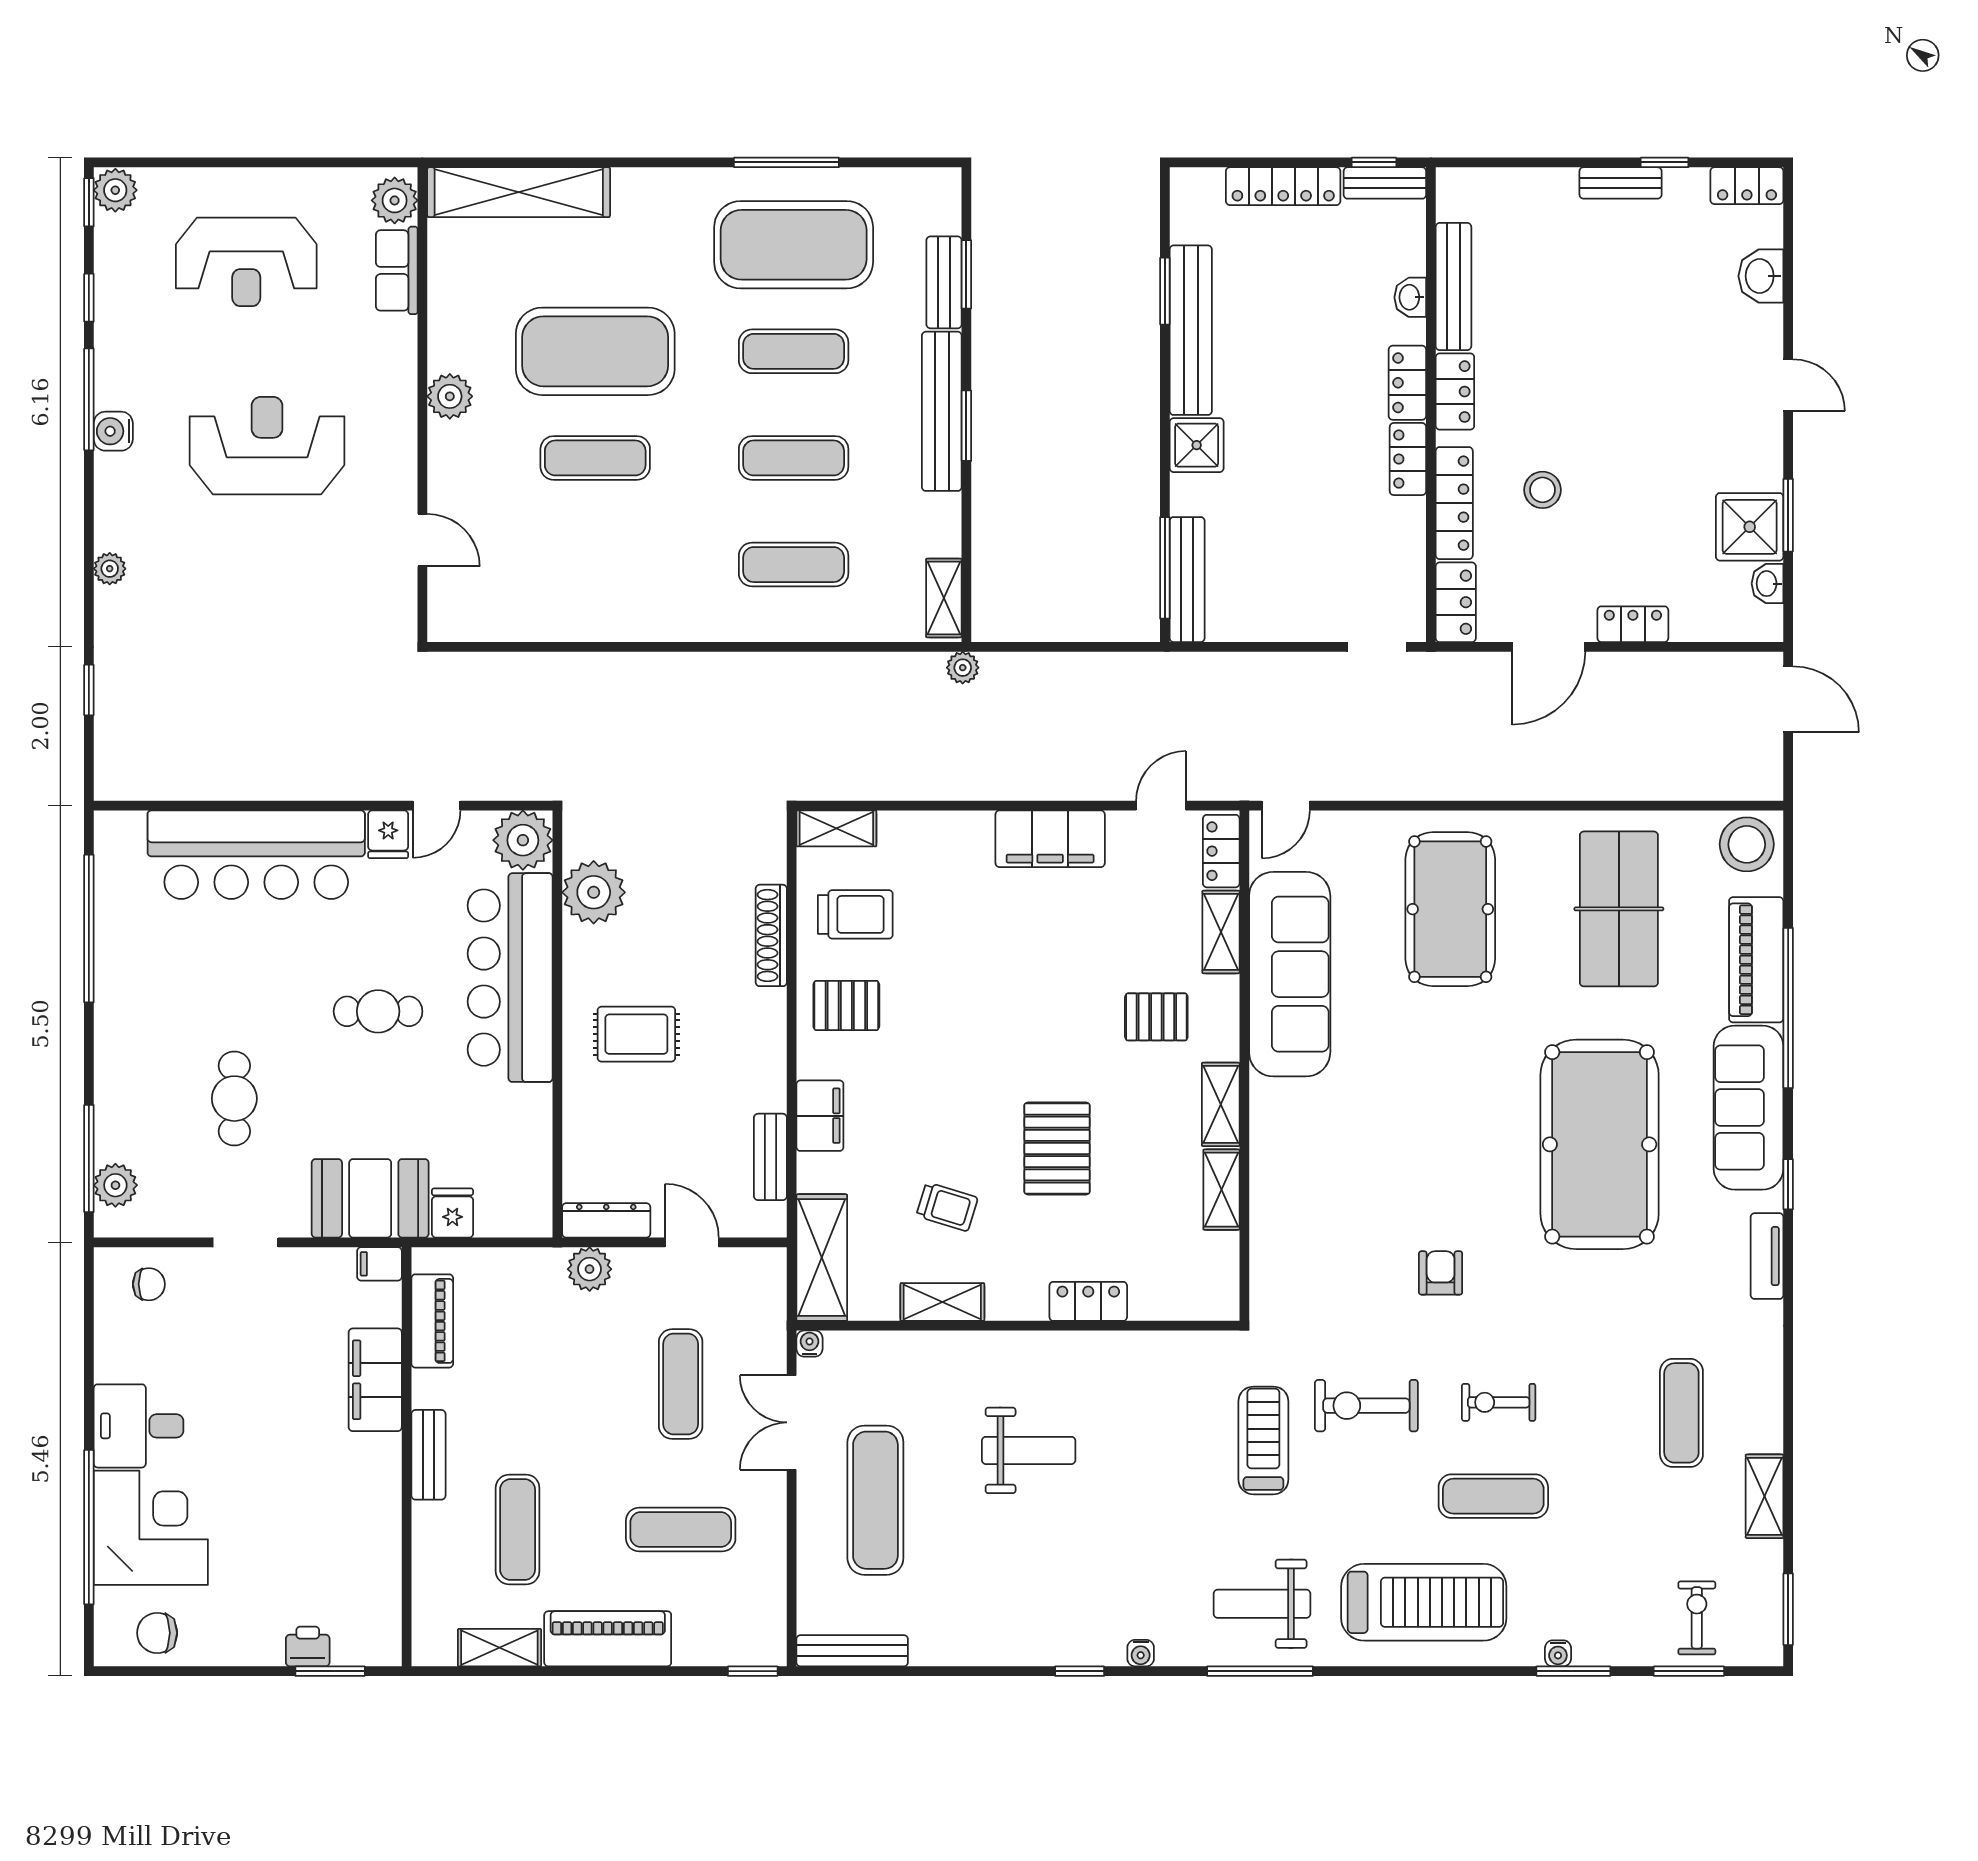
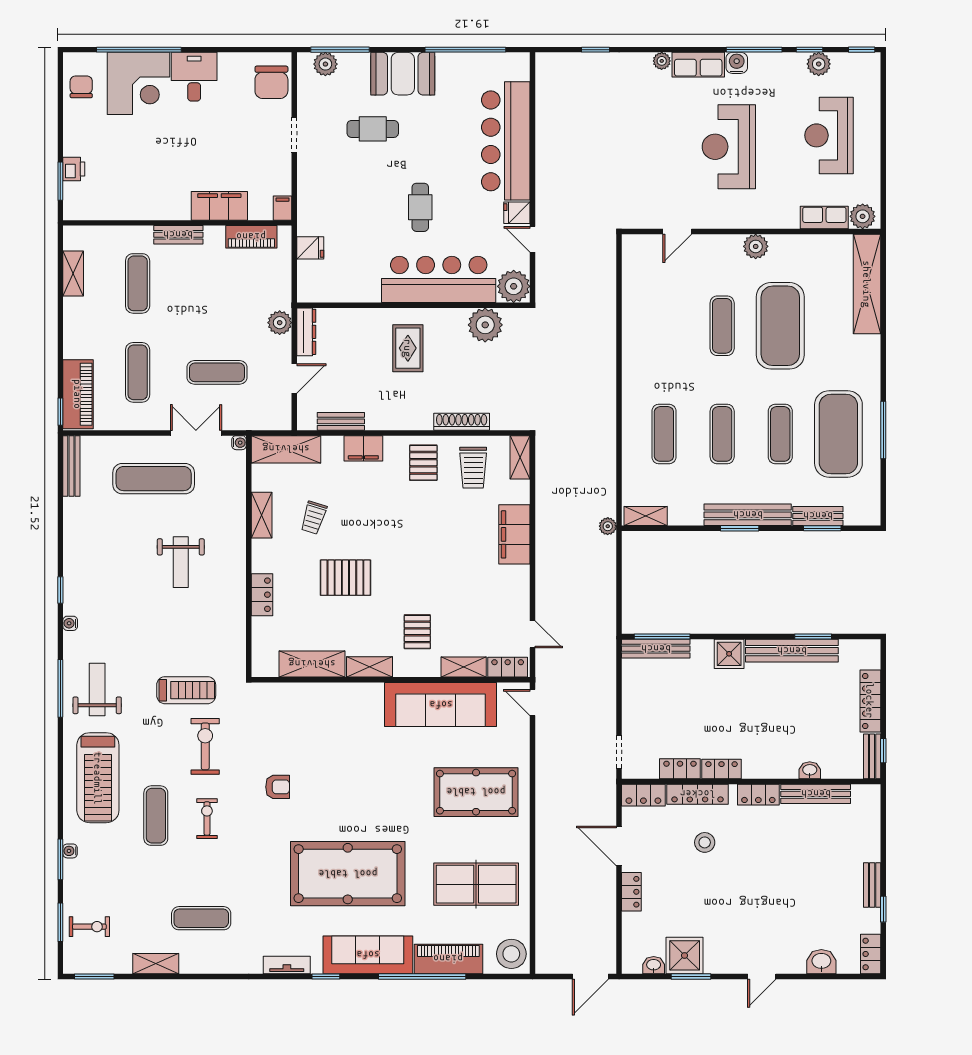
plant: (115, 190) -> (819, 64), moved
locker: (1407, 383) -> (680, 769), moved
reception desk: (267, 446) -> (729, 147), turned 180
row of seats: (117, 502) -> (698, 65), added
filing cabinet: (1050, 839) -> (514, 534), moved
shelving: (1221, 1190) -> (312, 664), width x1.50, depth x1.33
booth: (370, 1198) -> (403, 74), moved, turned 90
chair: (149, 1284) -> (271, 82), width x1.87, depth x1.87
exercise mat: (518, 1530) -> (138, 283), turned 90
piano: (608, 1639) -> (78, 394), moved

